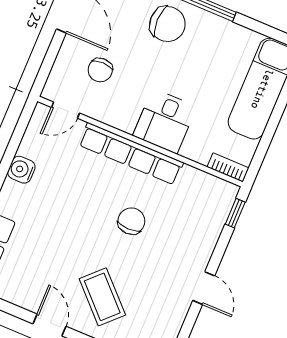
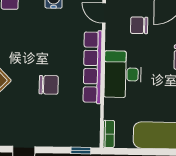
desk: (165, 121) -> (123, 74), width x1.37

